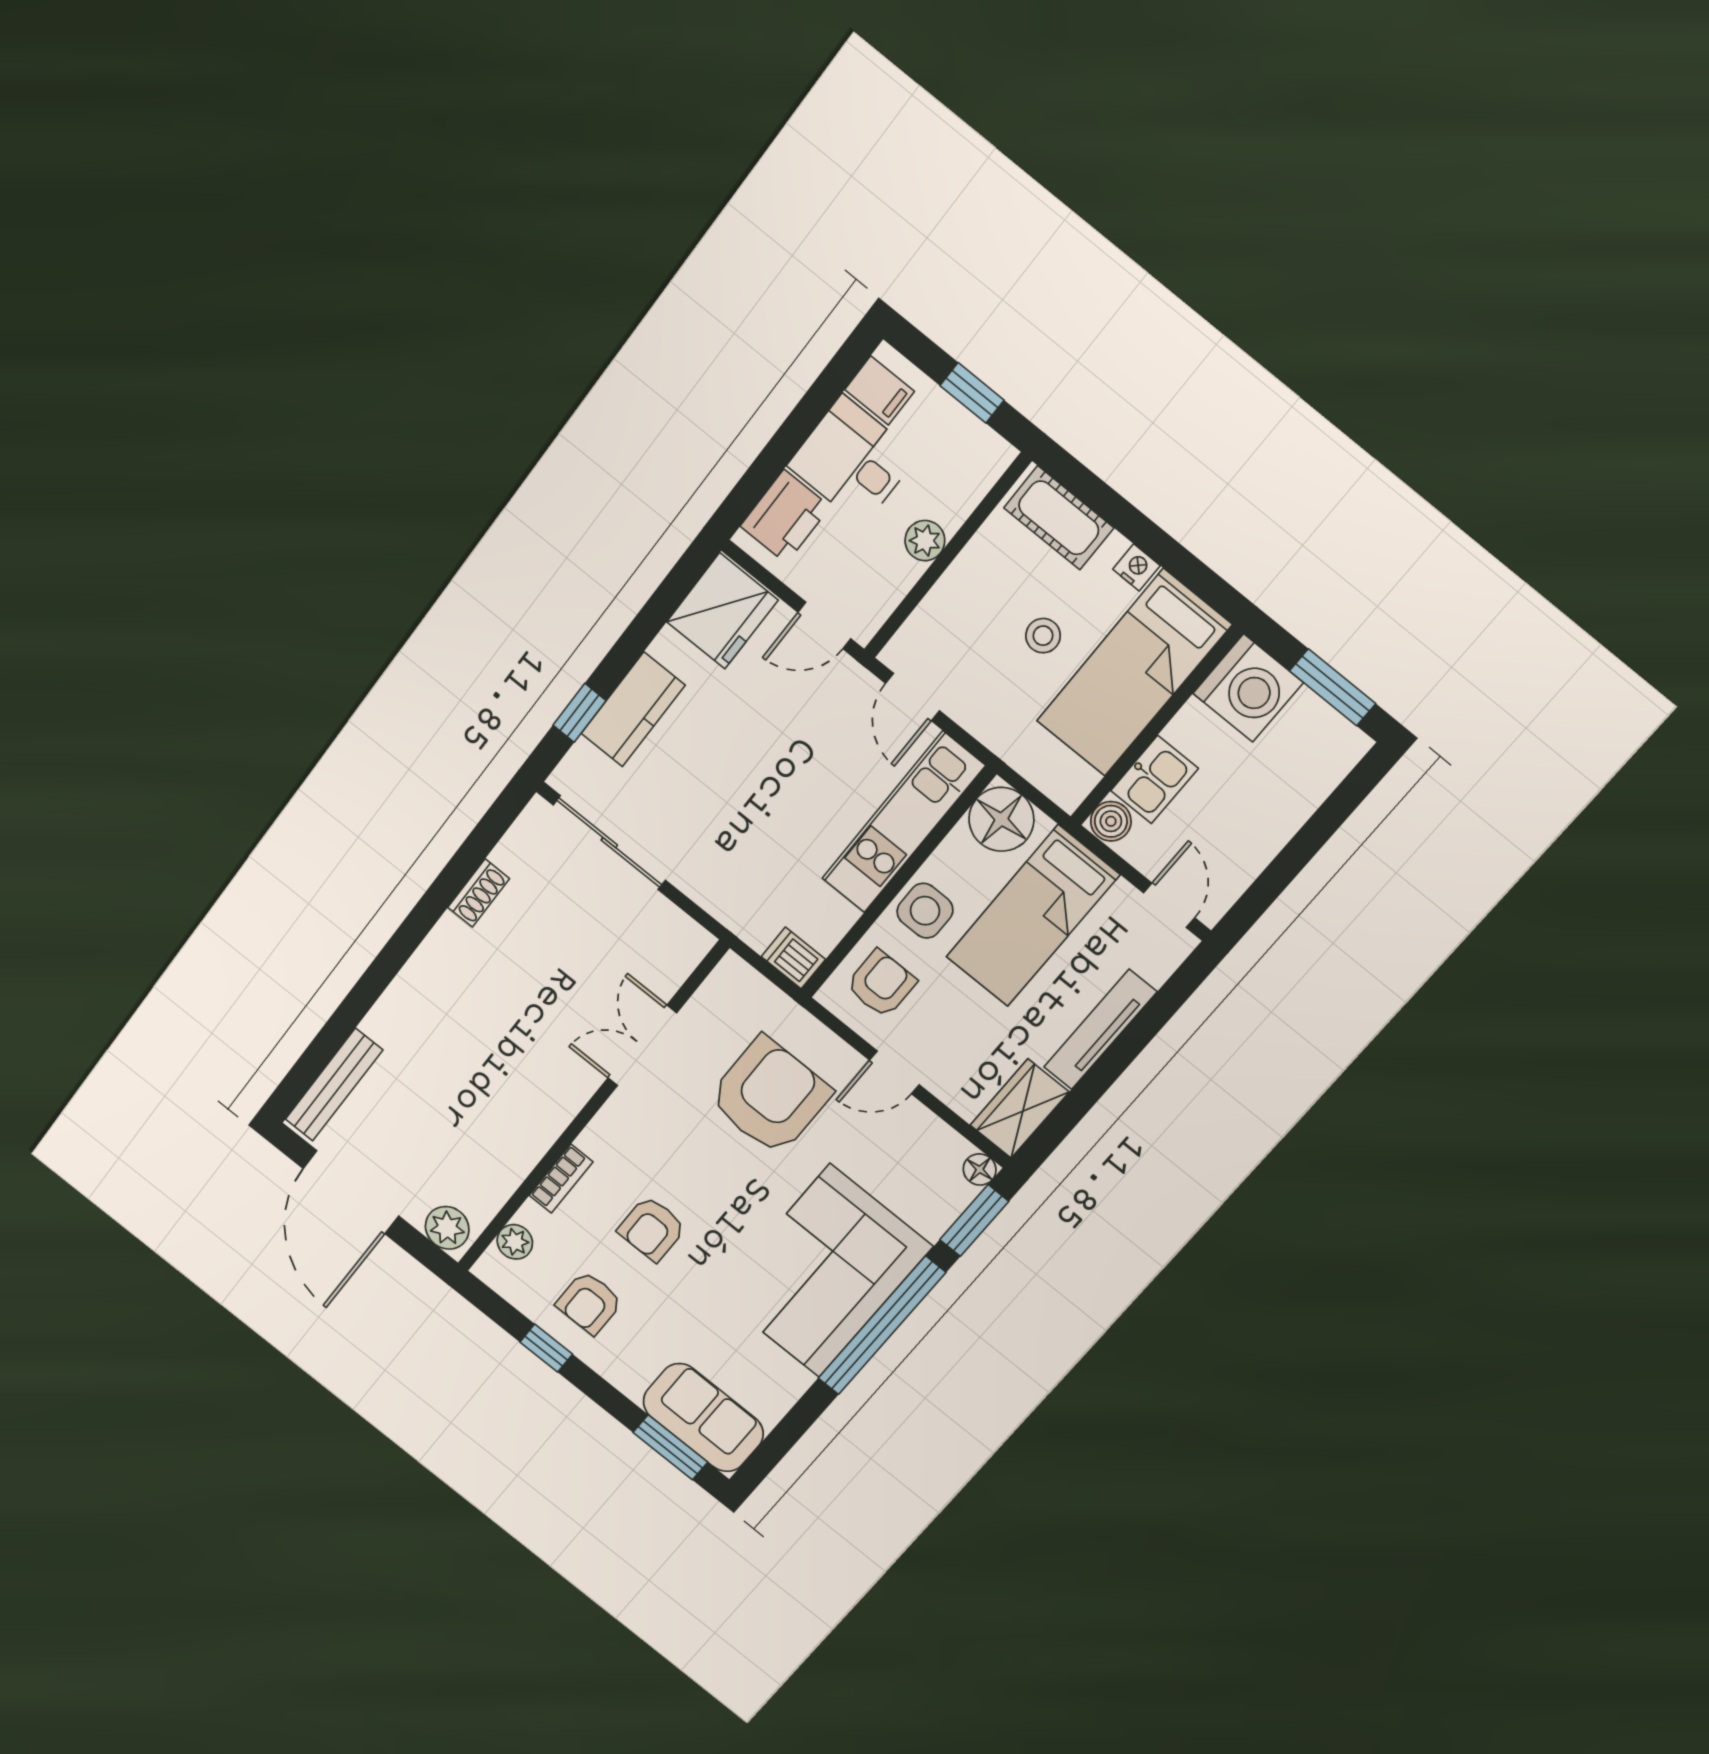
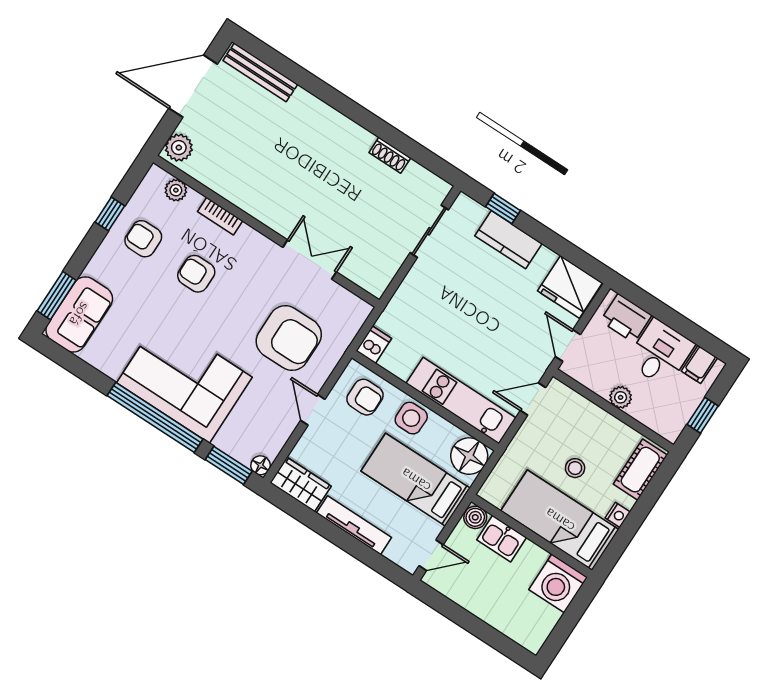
window: (1333, 687) -> (563, 629), removed
sliding door: (609, 843) -> (429, 231), width x0.73

